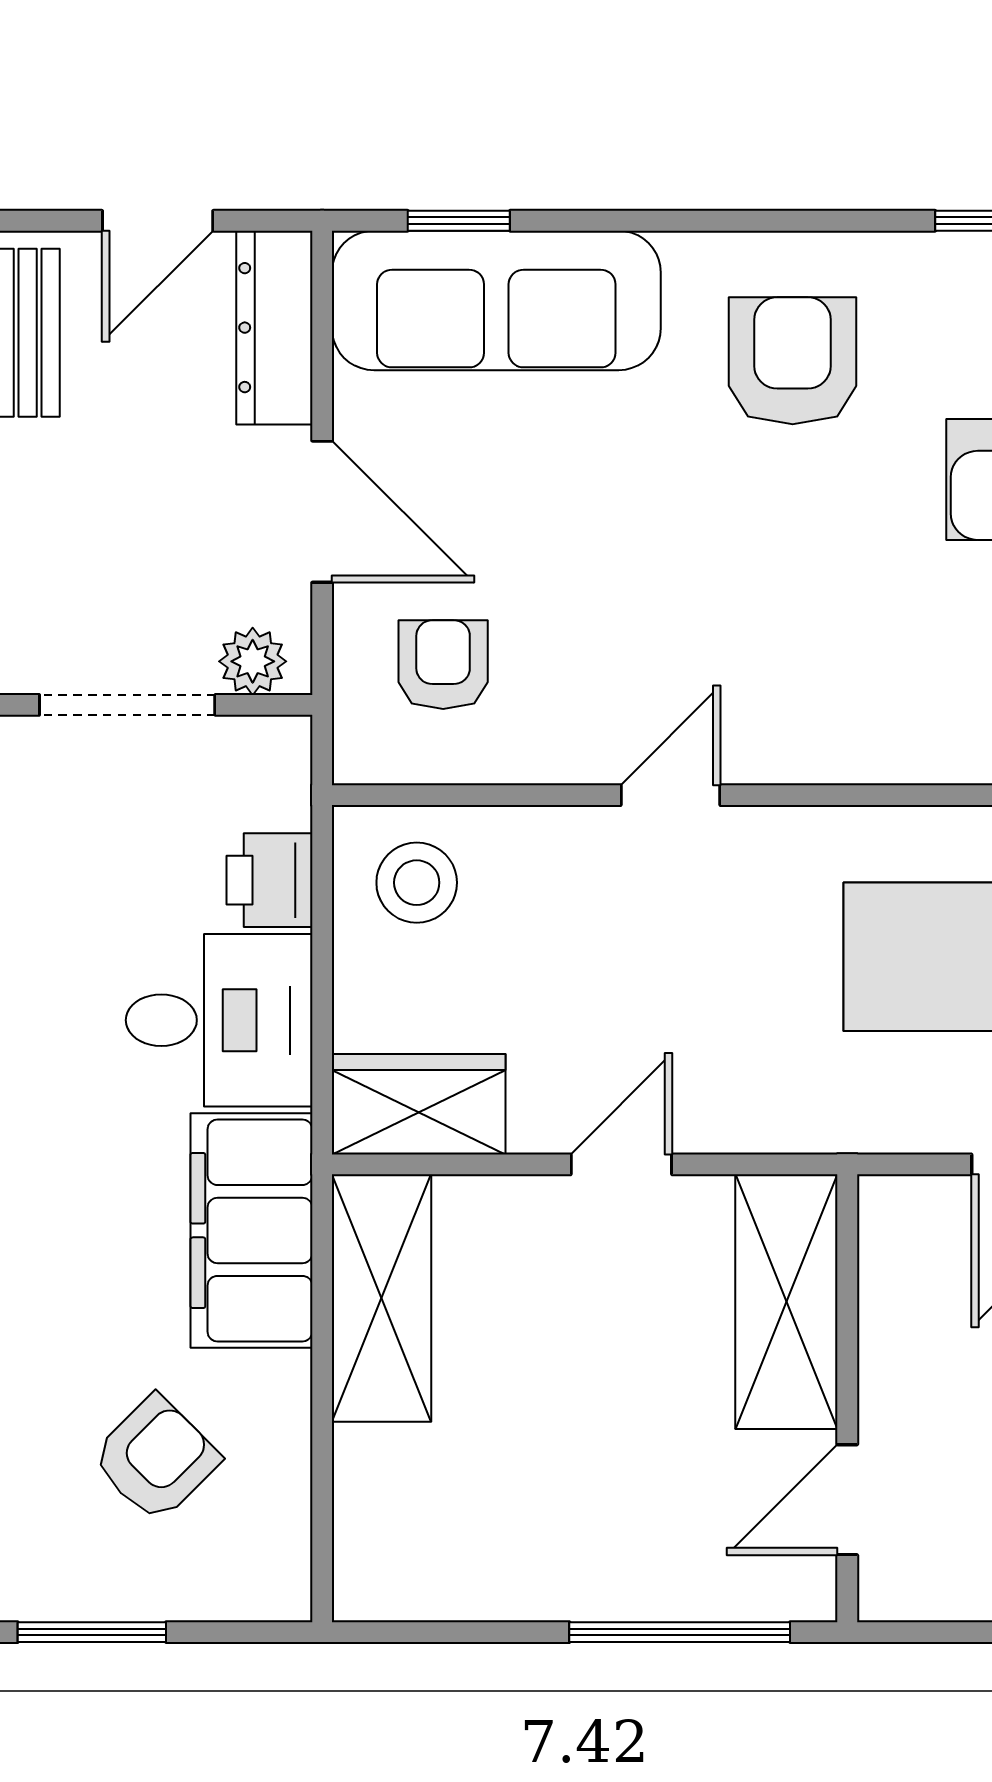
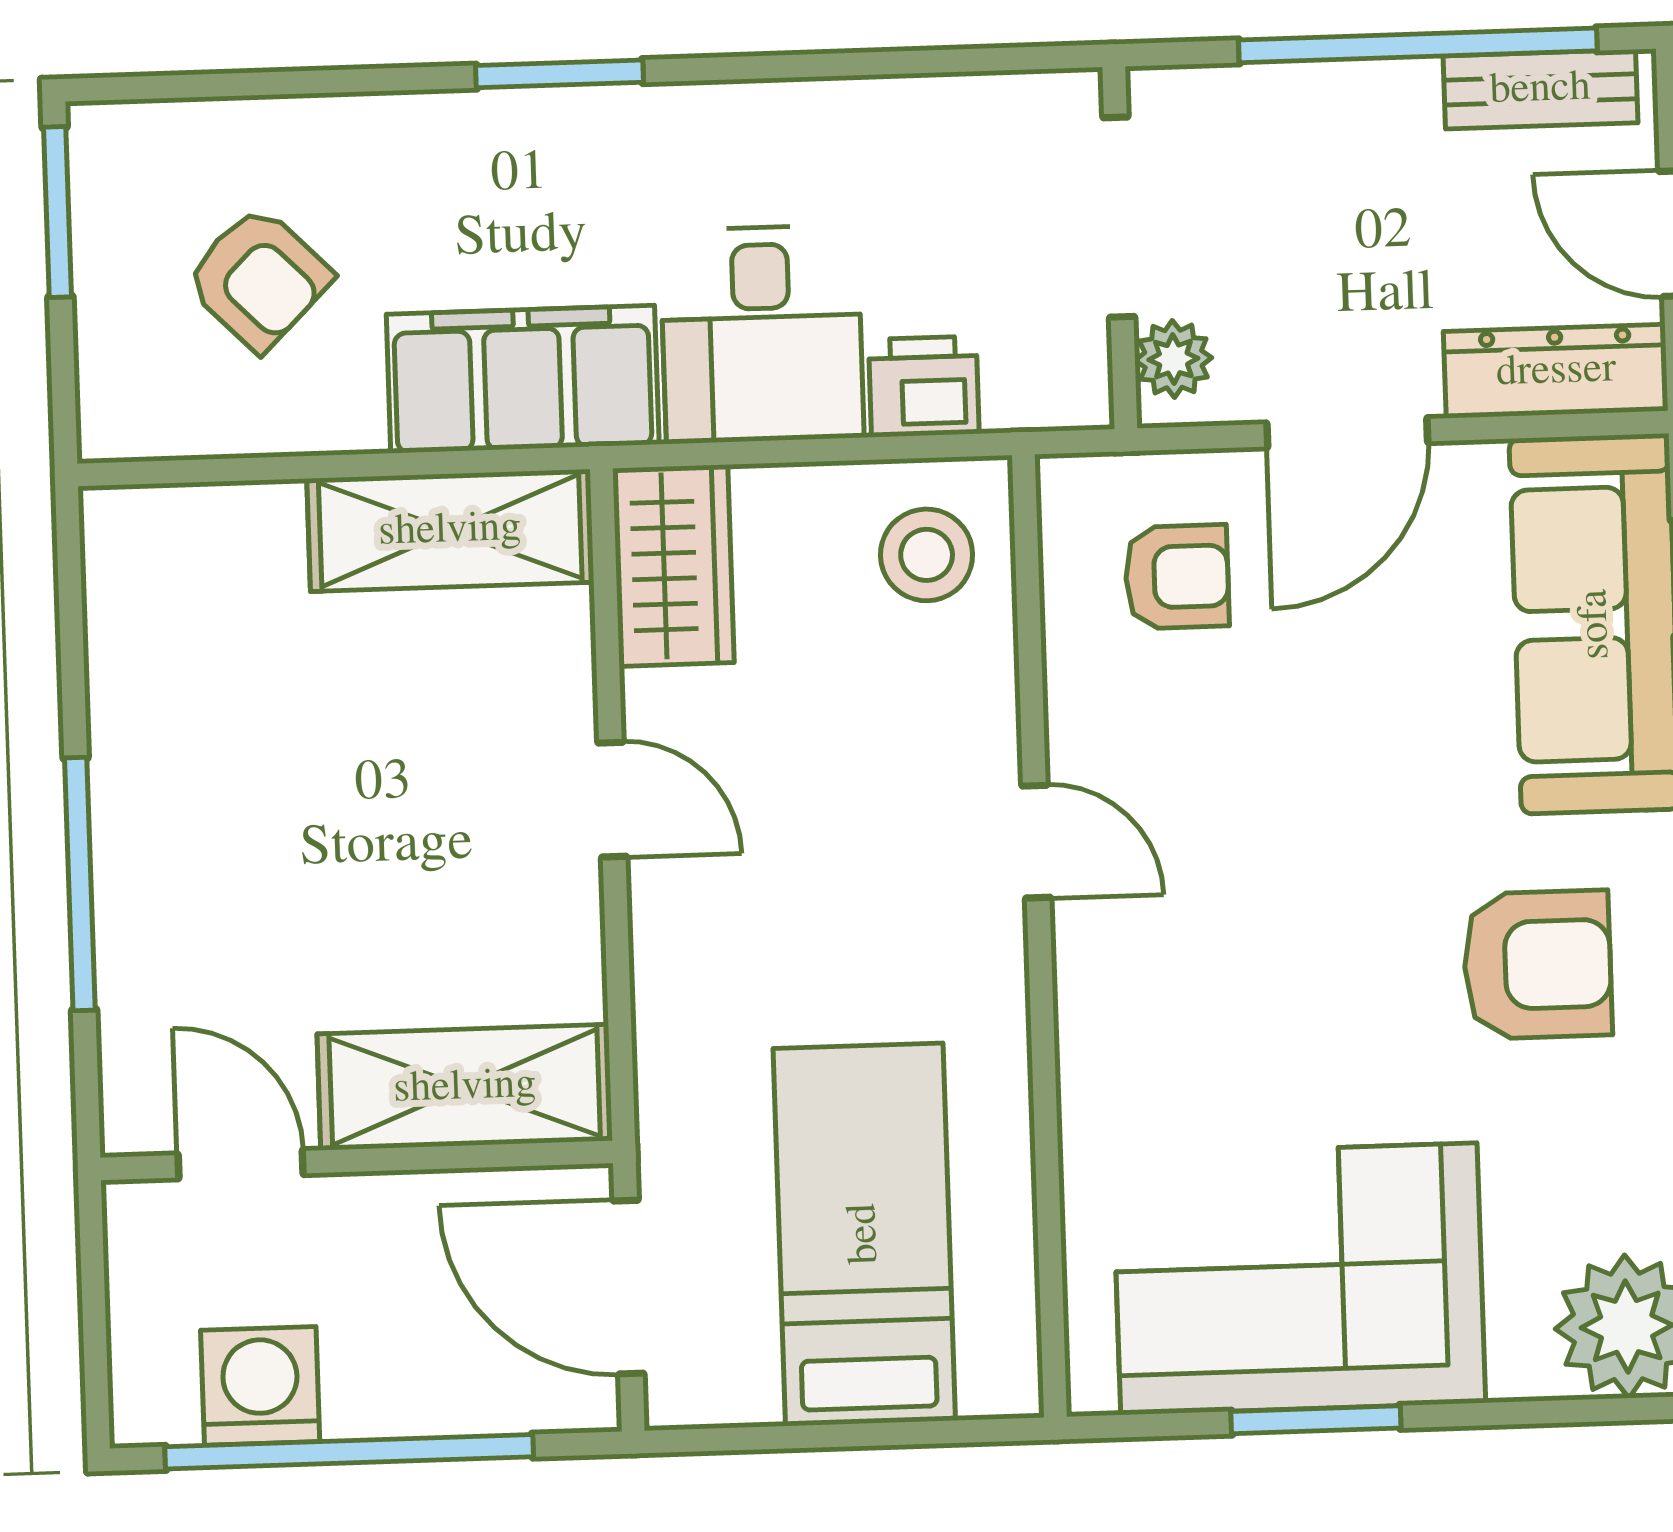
shelving: (786, 1302) -> (465, 1087), moved
wall: (847, 1398) -> (357, 1160), moved
door: (847, 1500) -> (241, 1164), moved

